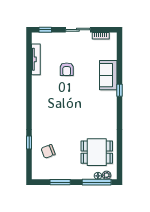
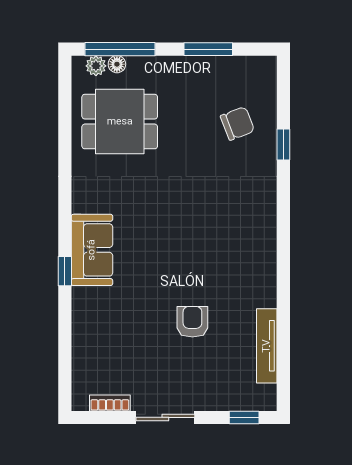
sofa: (108, 75) -> (92, 250), moved

